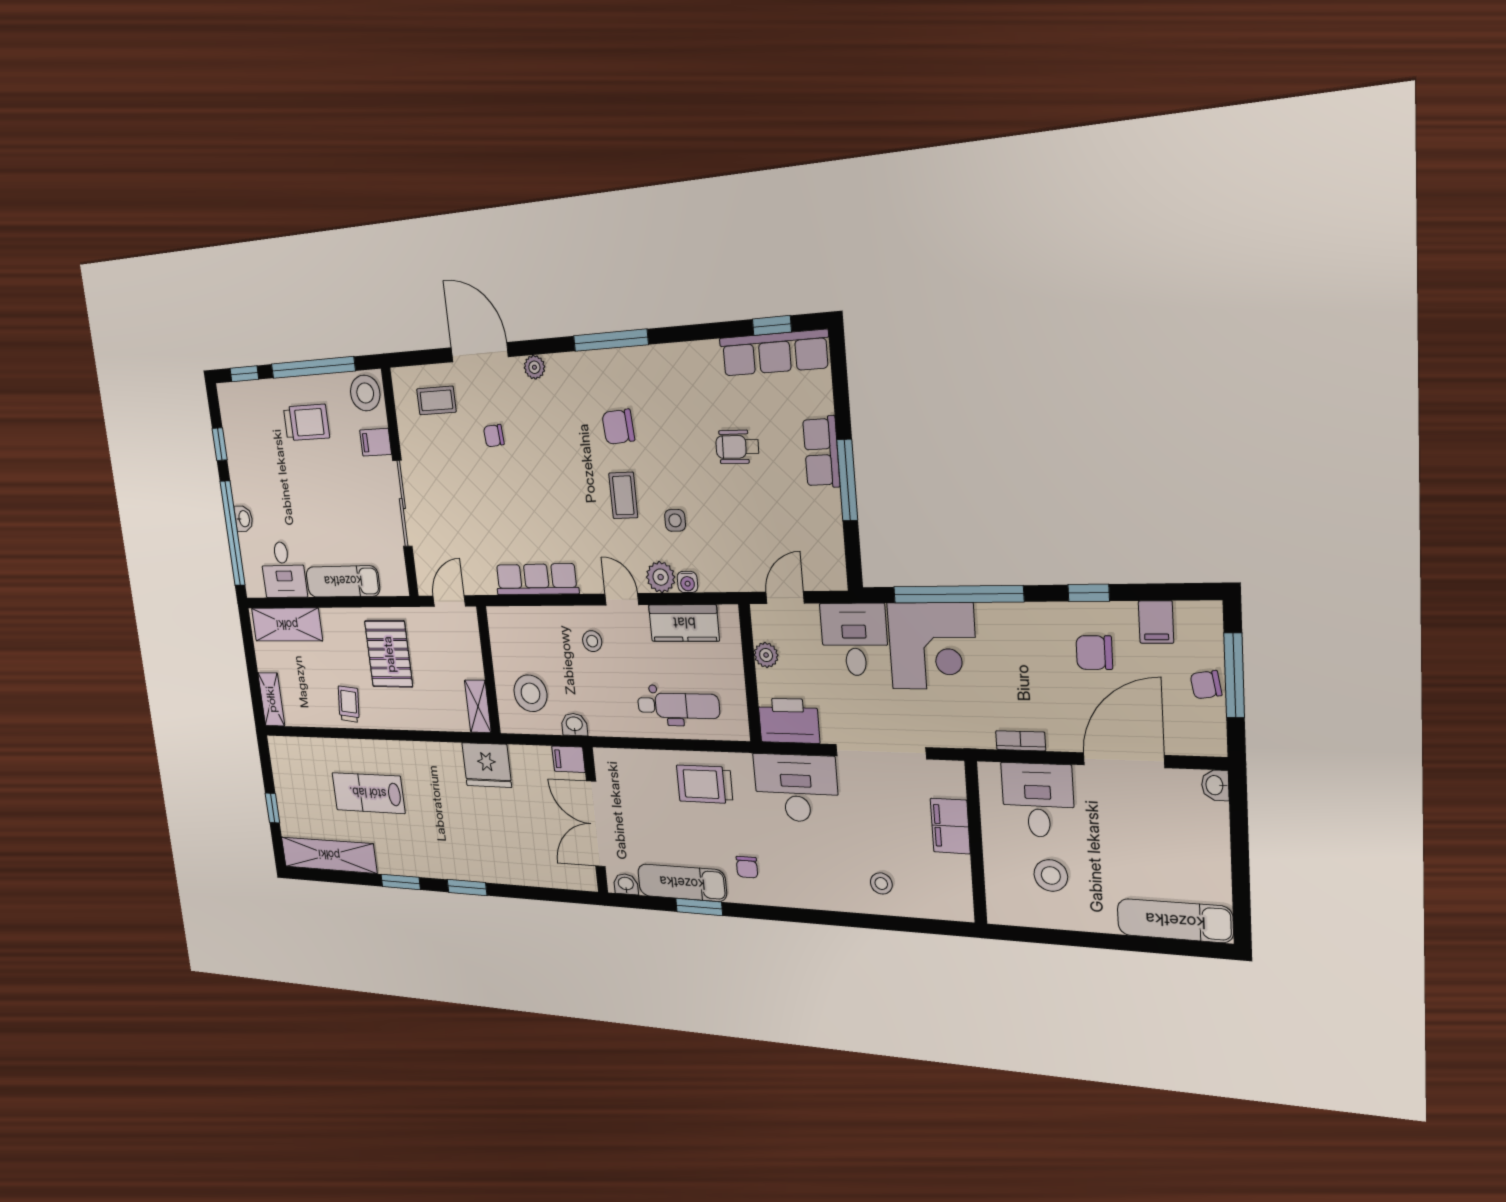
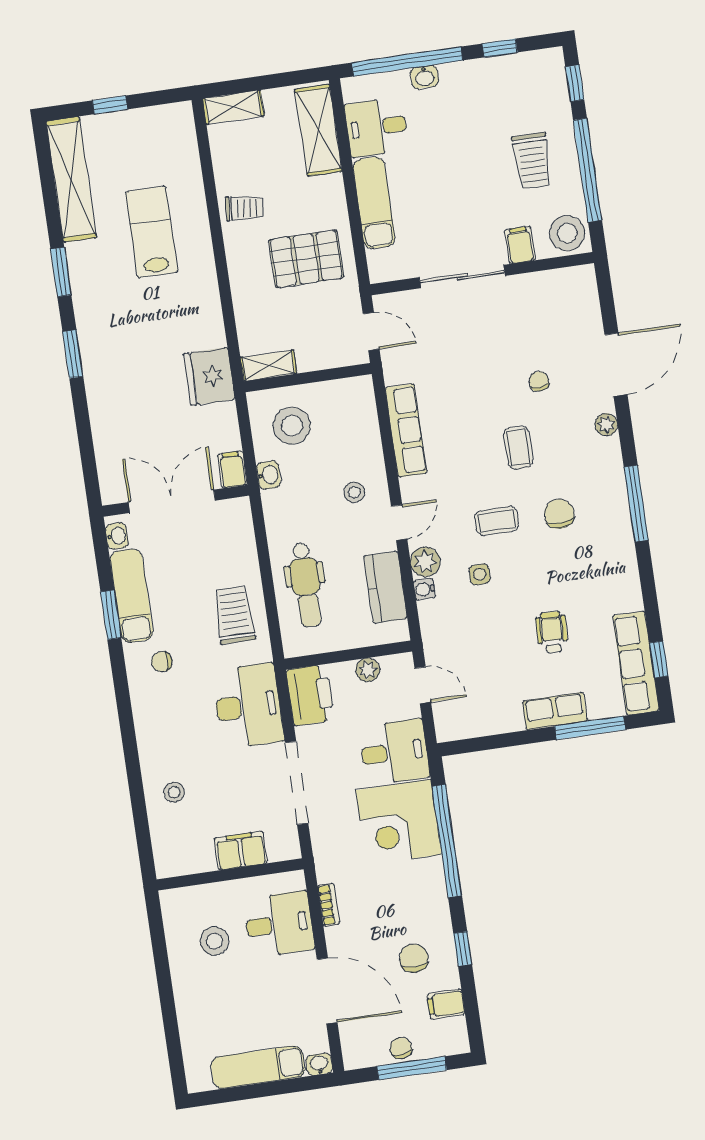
coffee table: (436, 400) -> (518, 447), moved
window: (847, 480) -> (590, 728), moved
exam couch: (1175, 921) -> (258, 1067), moved, turned -90

